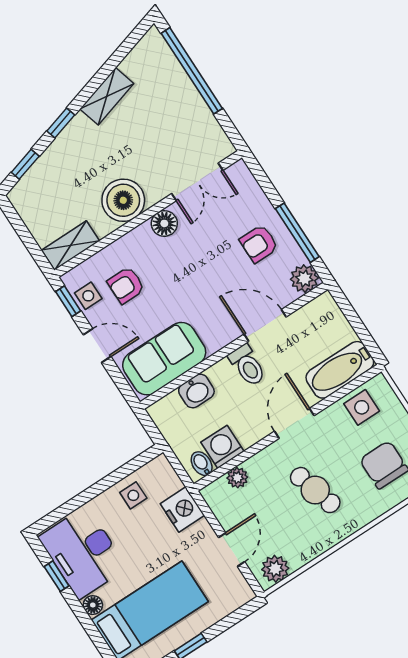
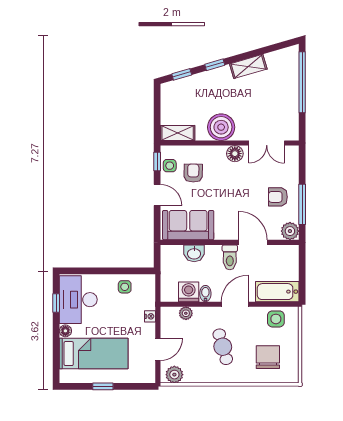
armchair: (126, 285) -> (193, 173), turned 91
bidet: (202, 464) -> (205, 294), moved
nightstand: (182, 510) -> (150, 316), width x0.53, depth x0.56

